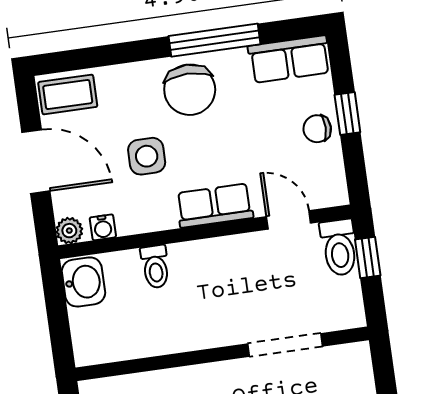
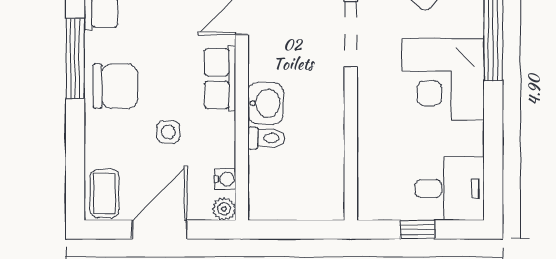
side table: (147, 156) -> (168, 132), width x0.73, depth x0.73
washbasin: (84, 282) -> (266, 103), moved, turned 90

